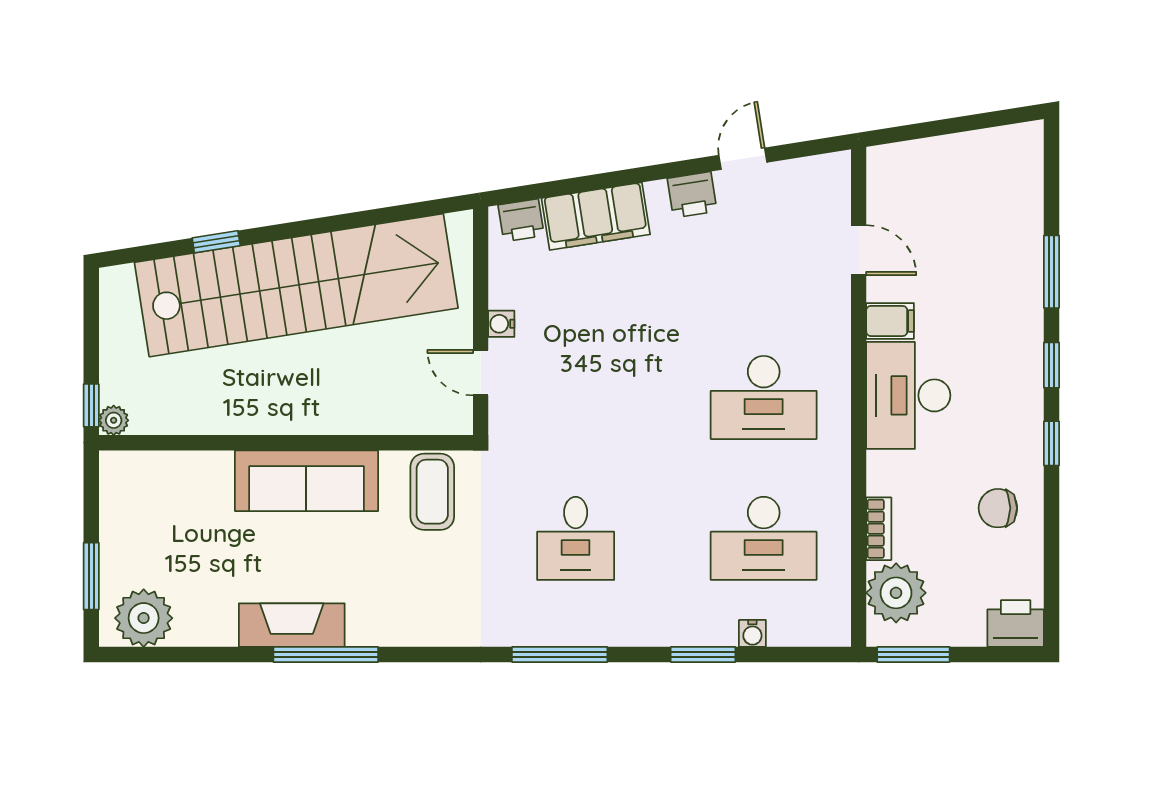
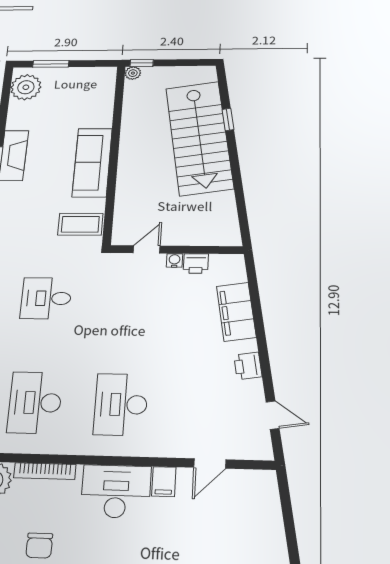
door: (743, 159) -> (273, 415), moved
printer: (521, 220) -> (196, 264), moved, turned -81
stairs: (296, 285) -> (199, 138), width x0.73
chair: (998, 508) -> (39, 546), turned 180
bookcase: (879, 529) -> (45, 471), width x1.56

